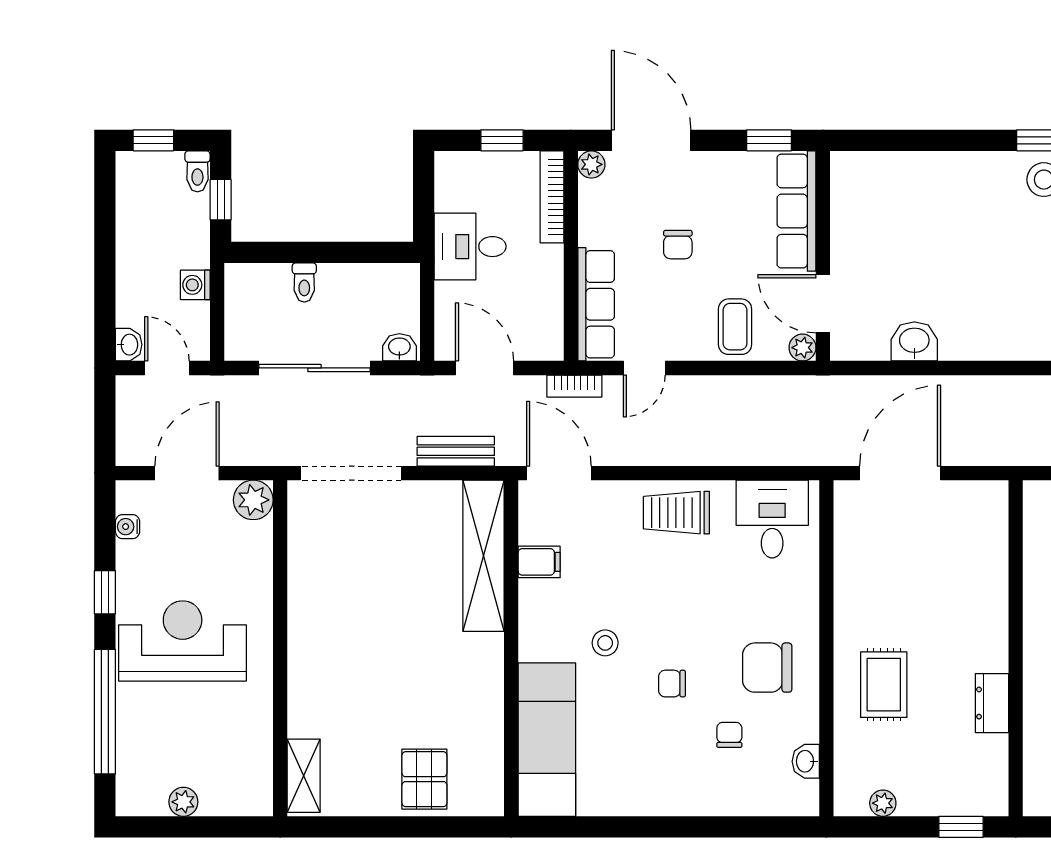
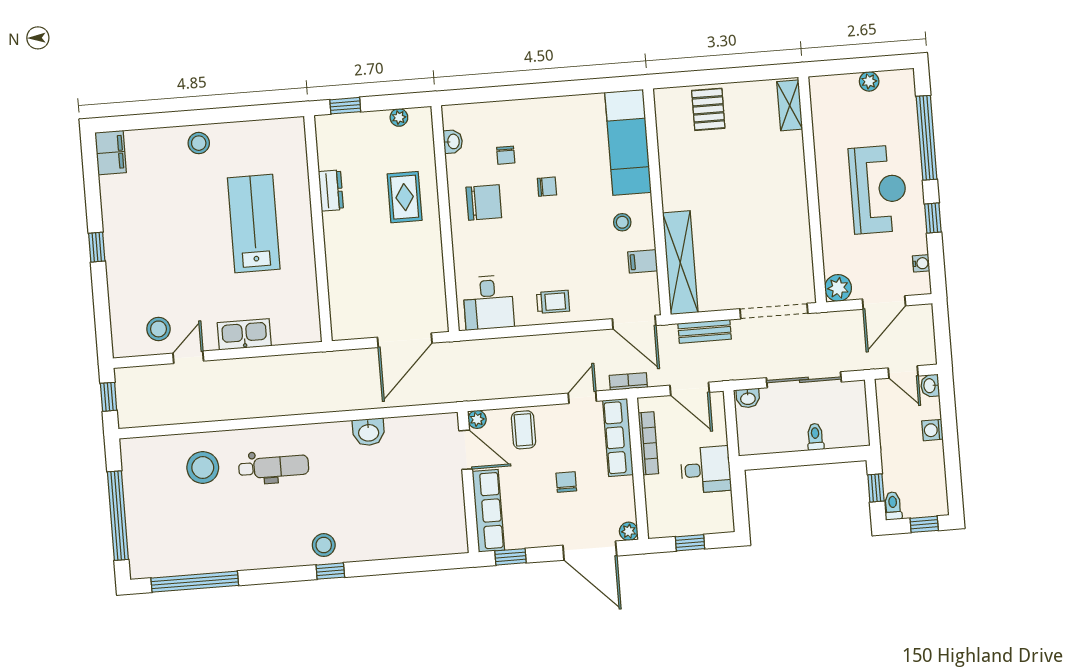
bookcase: (552, 197) -> (648, 443), moved
washing machine: (195, 285) -> (932, 430), moved, turned 180
washbasin: (914, 341) -> (369, 432), moved
trolley: (676, 513) -> (553, 302), width x0.73, depth x0.72
reception desk: (183, 641) -> (878, 189), turned -90
stool: (605, 643) -> (622, 222), moved

